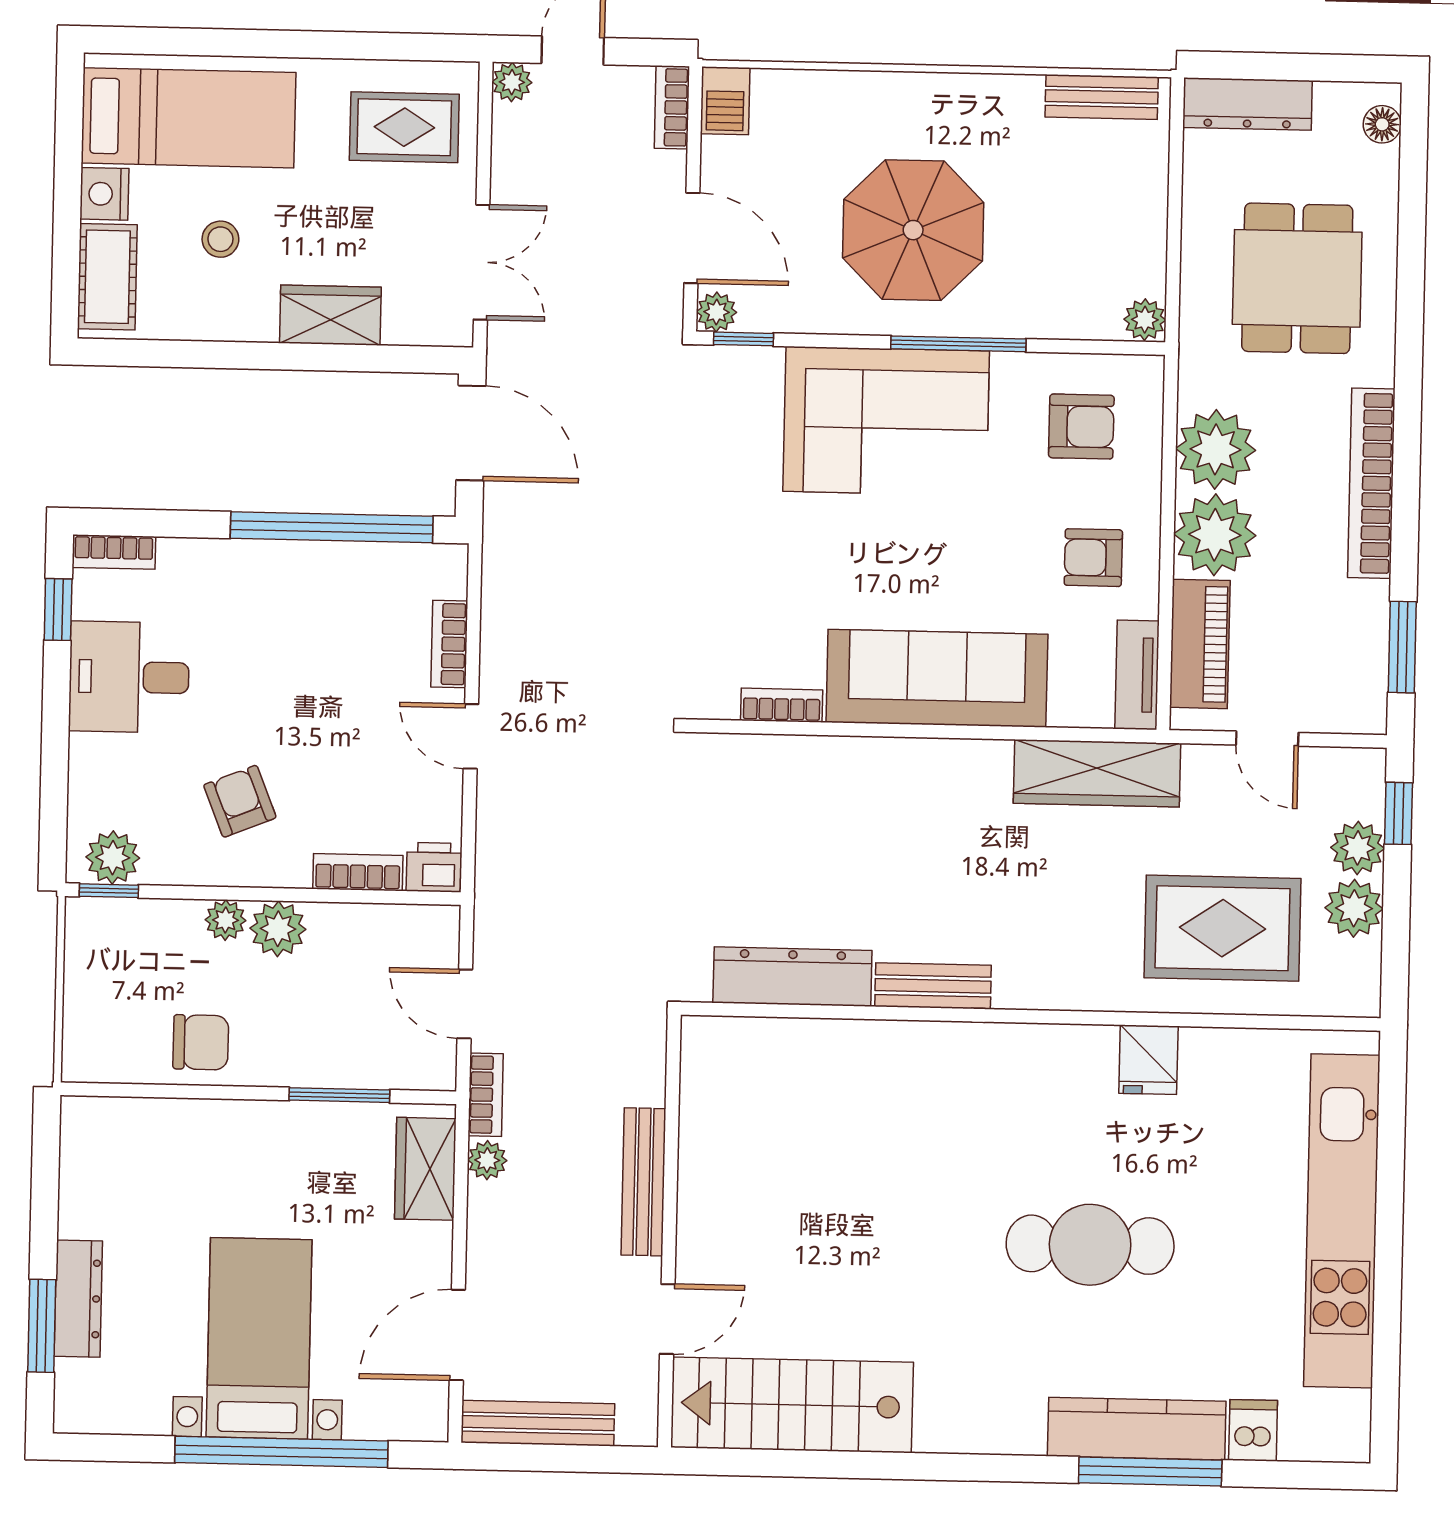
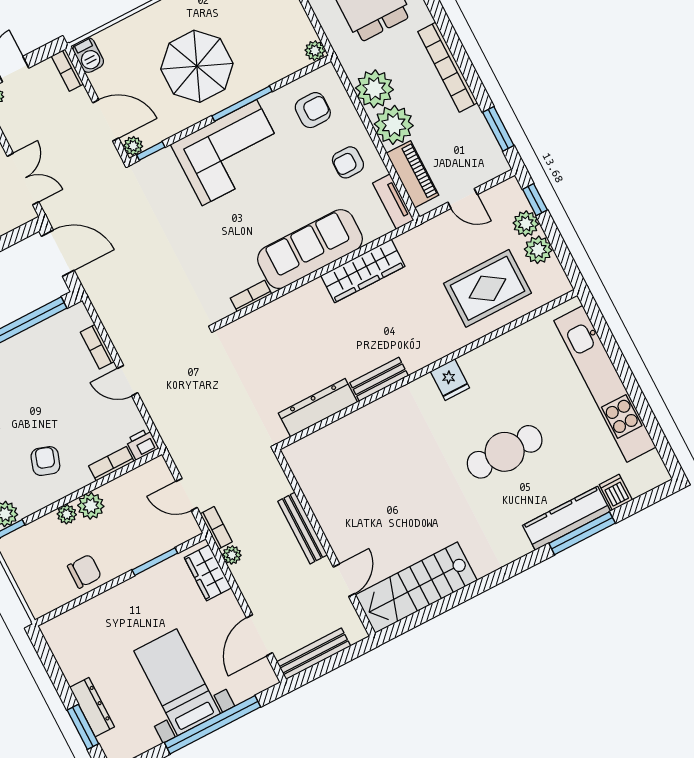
wardrobe: (1097, 773) -> (363, 271), moved
armchair: (240, 801) -> (45, 461), turned 41
fridge: (1148, 1060) -> (450, 380), moved

